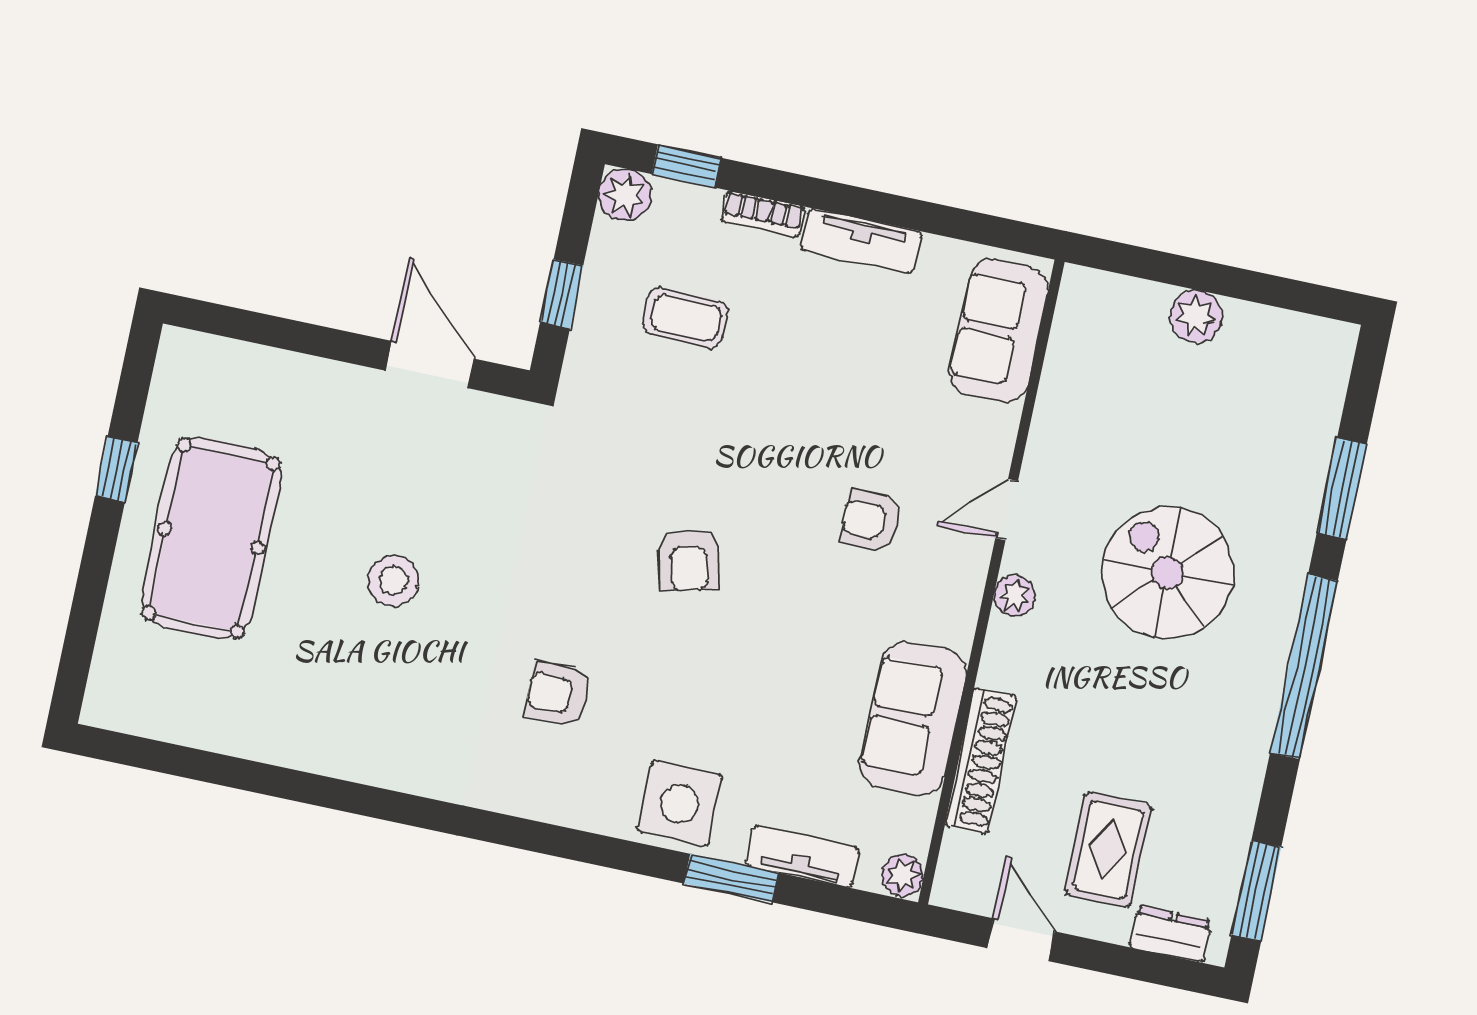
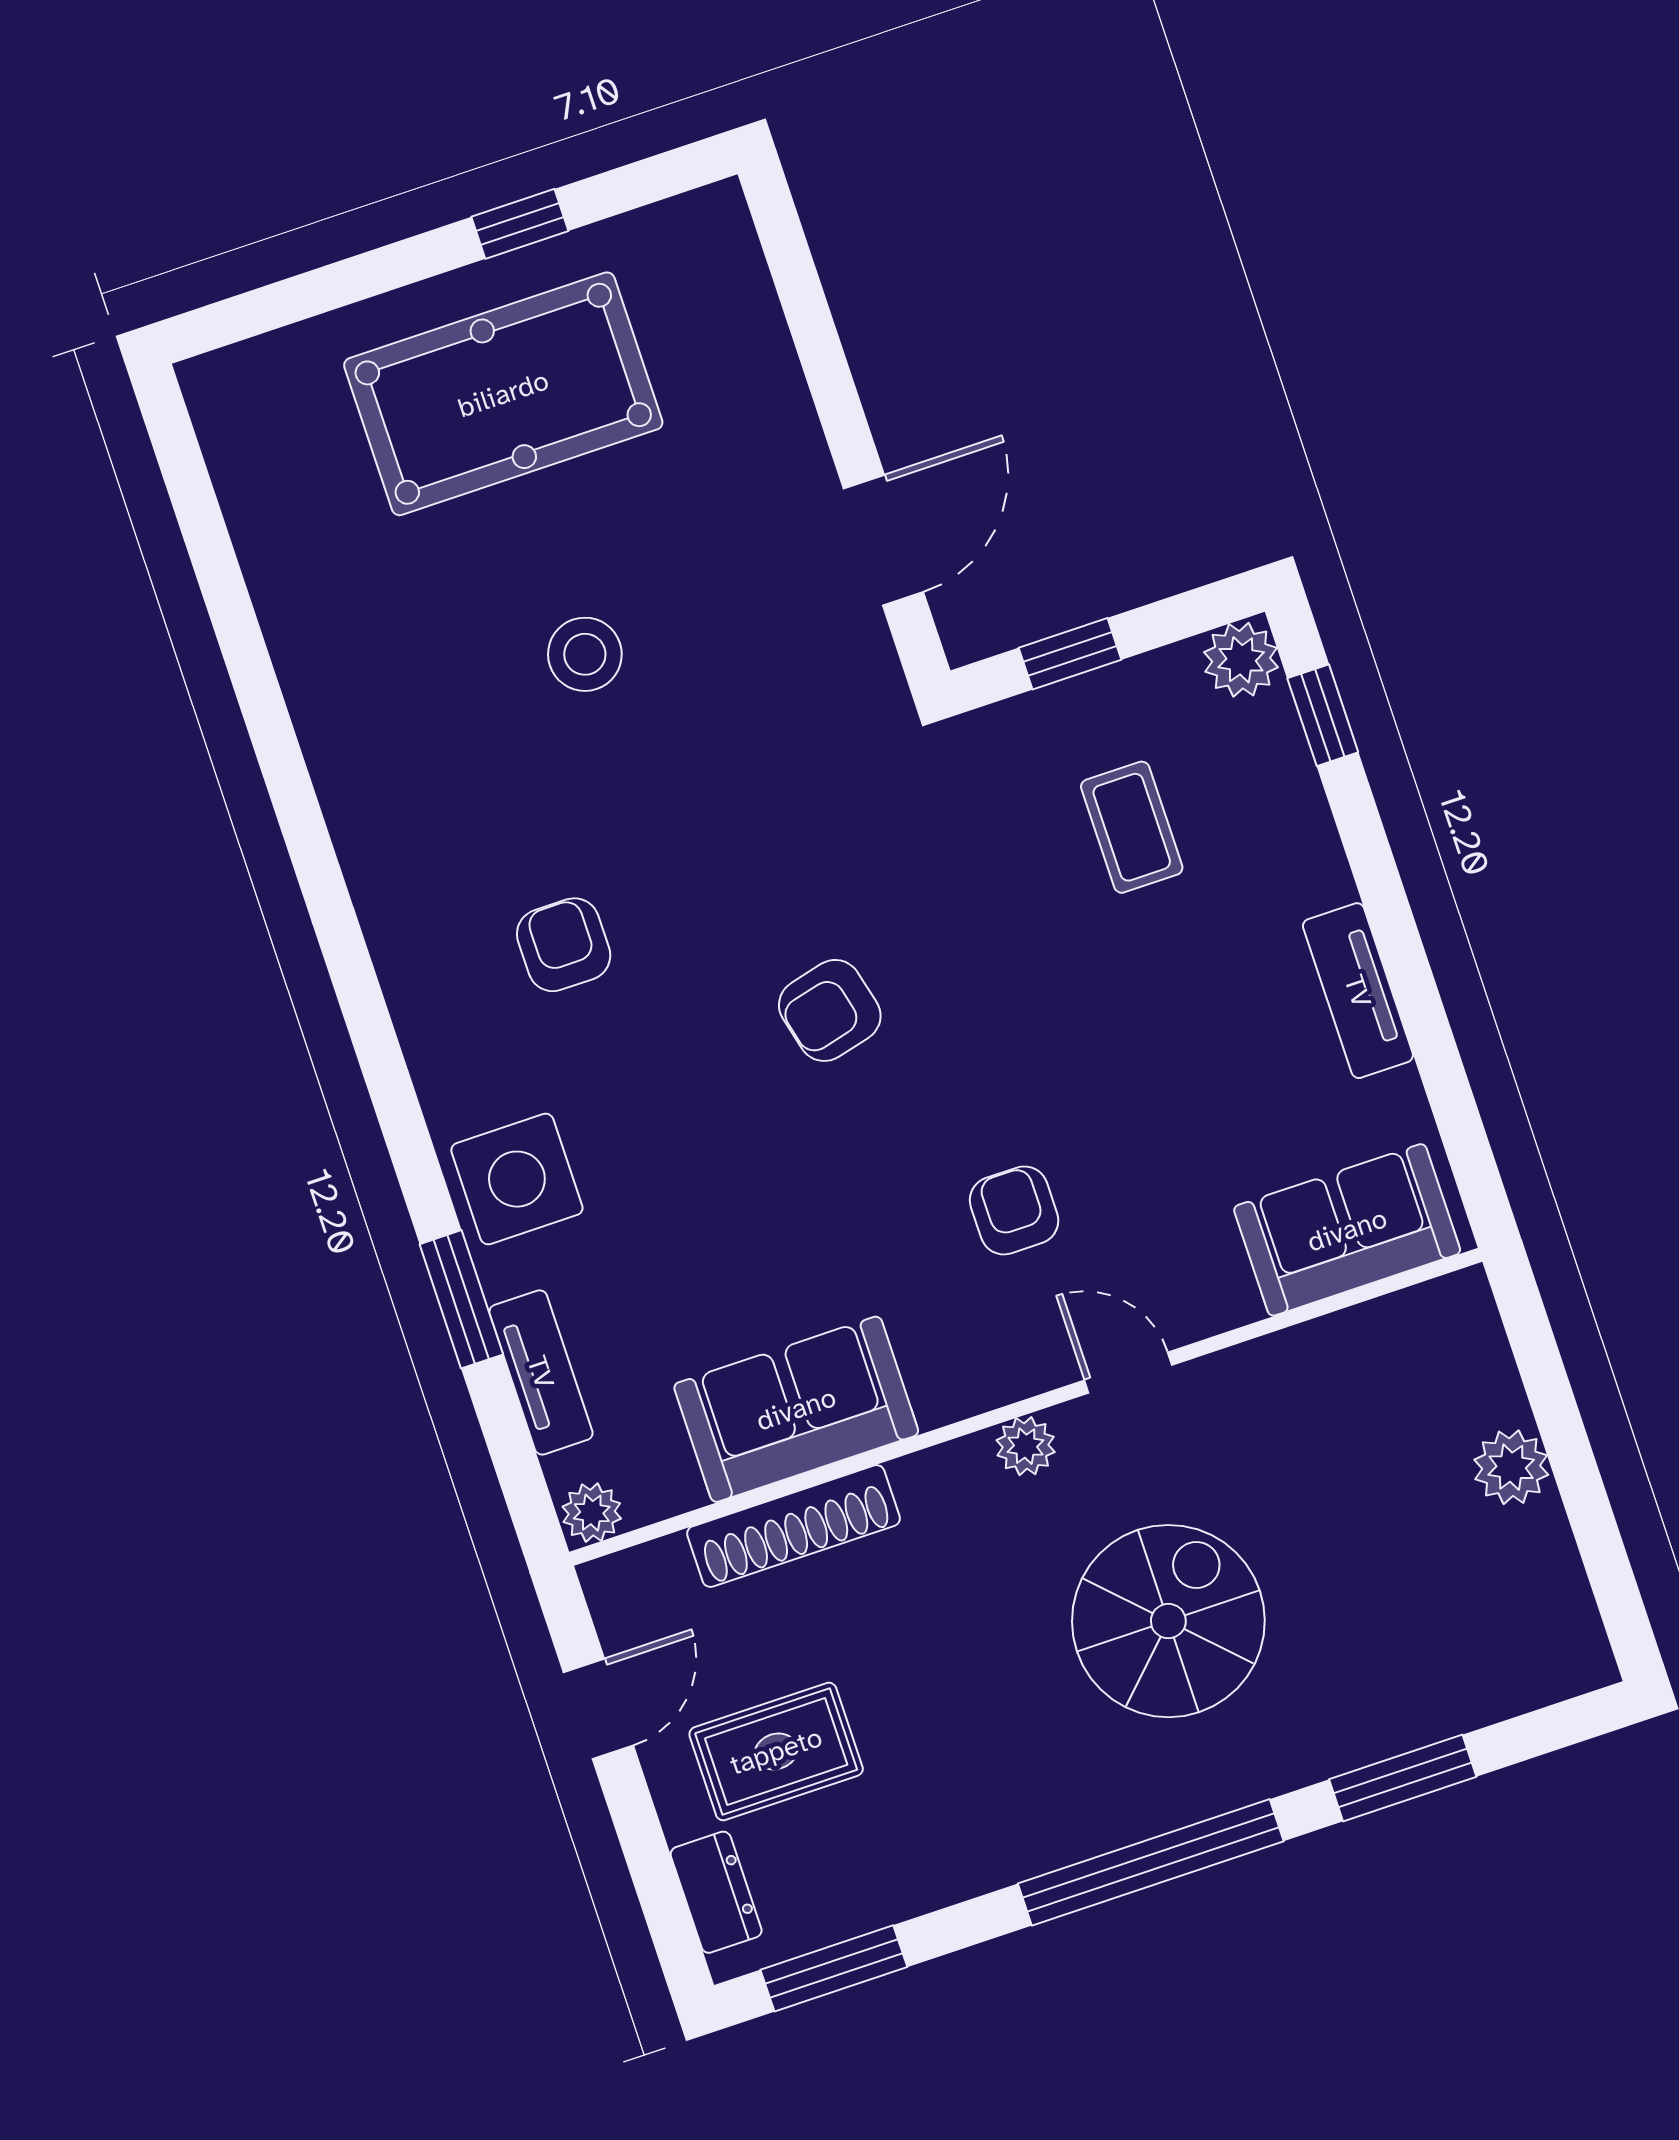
bookcase: (763, 214) -> (1319, 848), removed

